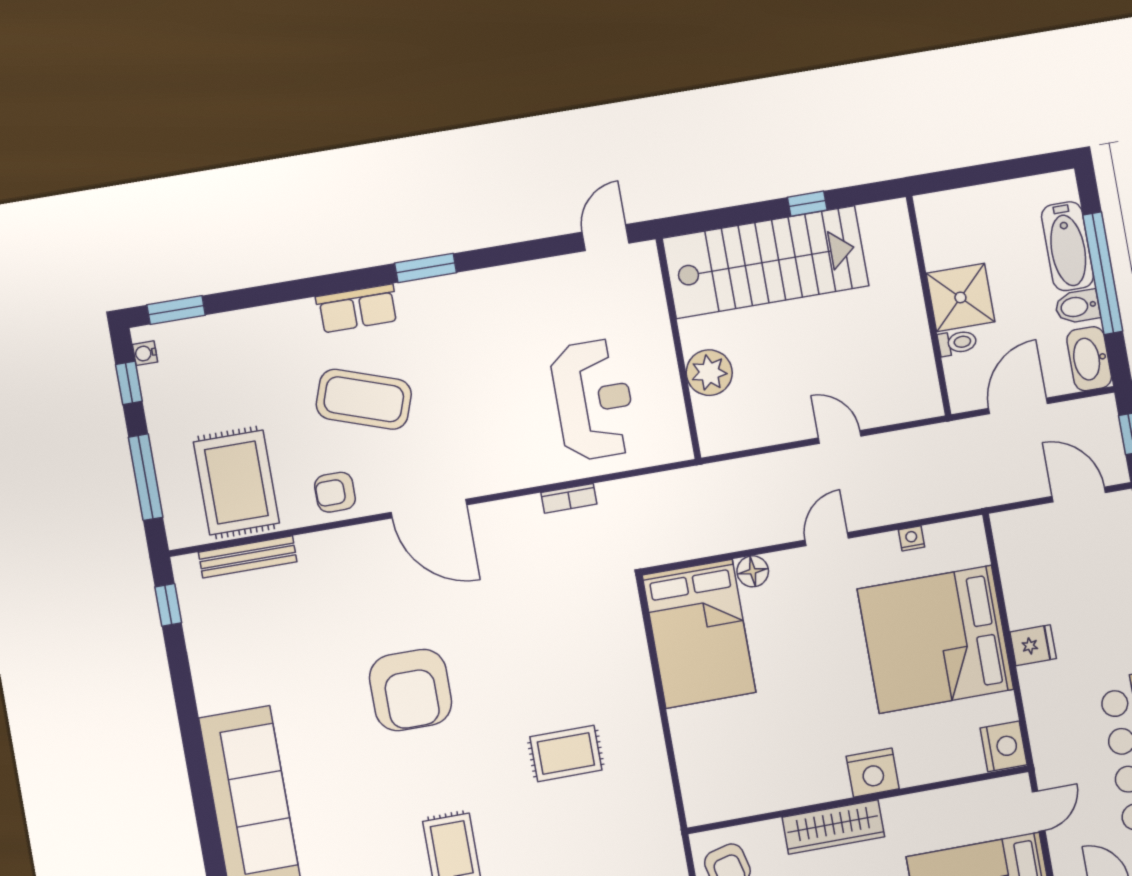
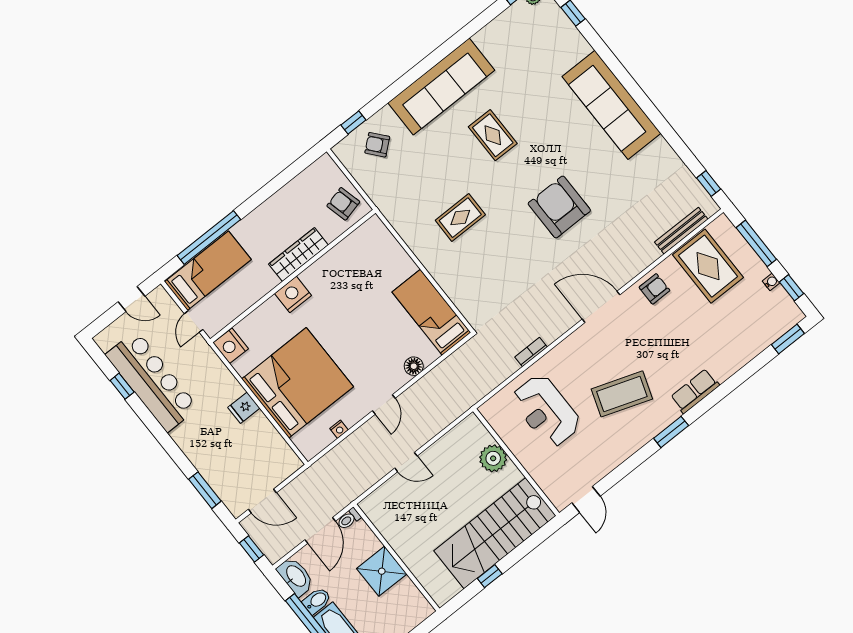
toilet: (957, 343) -> (349, 519), moved
water cooler: (145, 353) -> (771, 282), moved
coffee table: (364, 399) -> (622, 394), moved
bed: (699, 634) -> (431, 312), width x0.67

